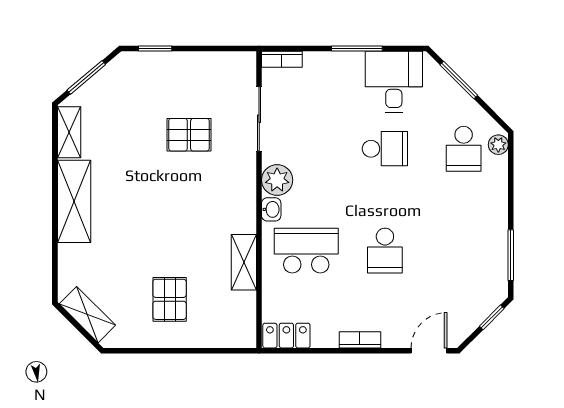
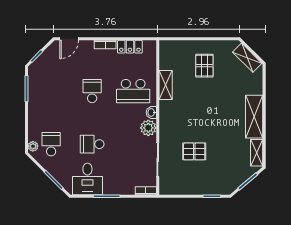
locker: (286, 336) -> (130, 47), moved

